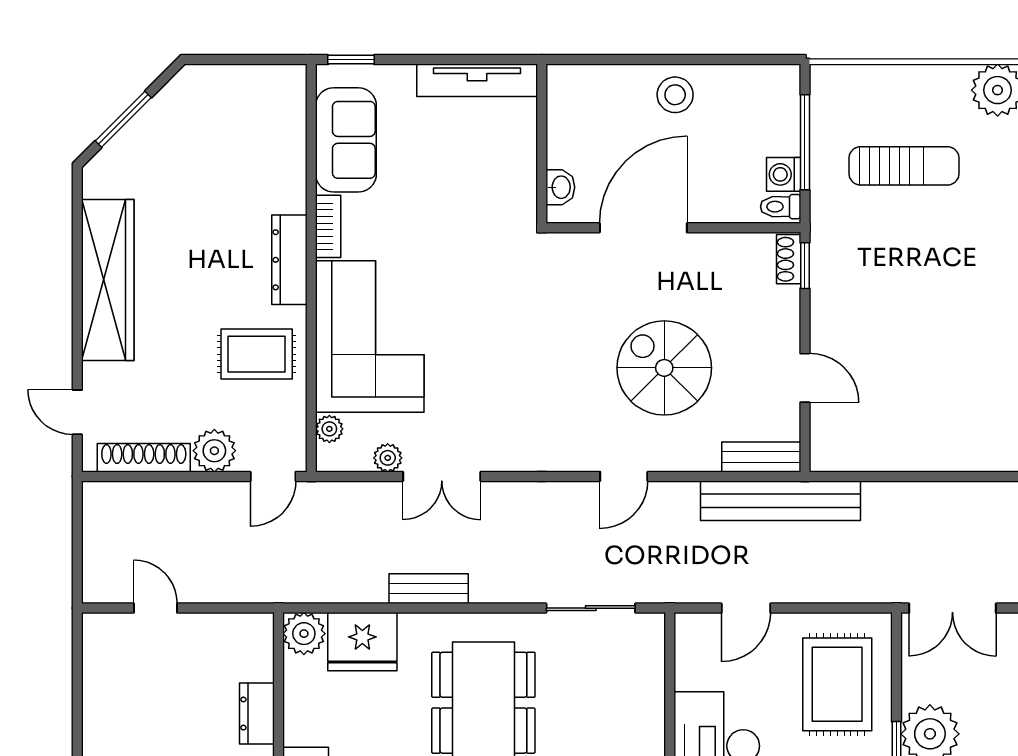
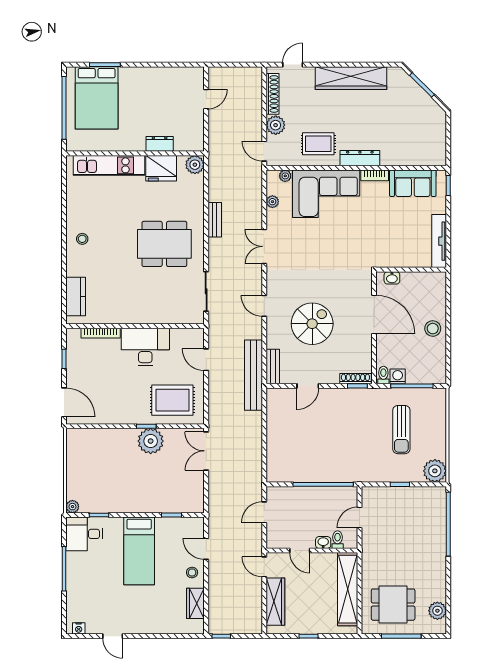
shoe rack: (789, 259) -> (355, 379), width x1.43
rug: (257, 354) -> (318, 144), turned 90
double door: (442, 476) -> (264, 247), moved
fridge: (362, 642) -> (161, 168), moved, turned -90

